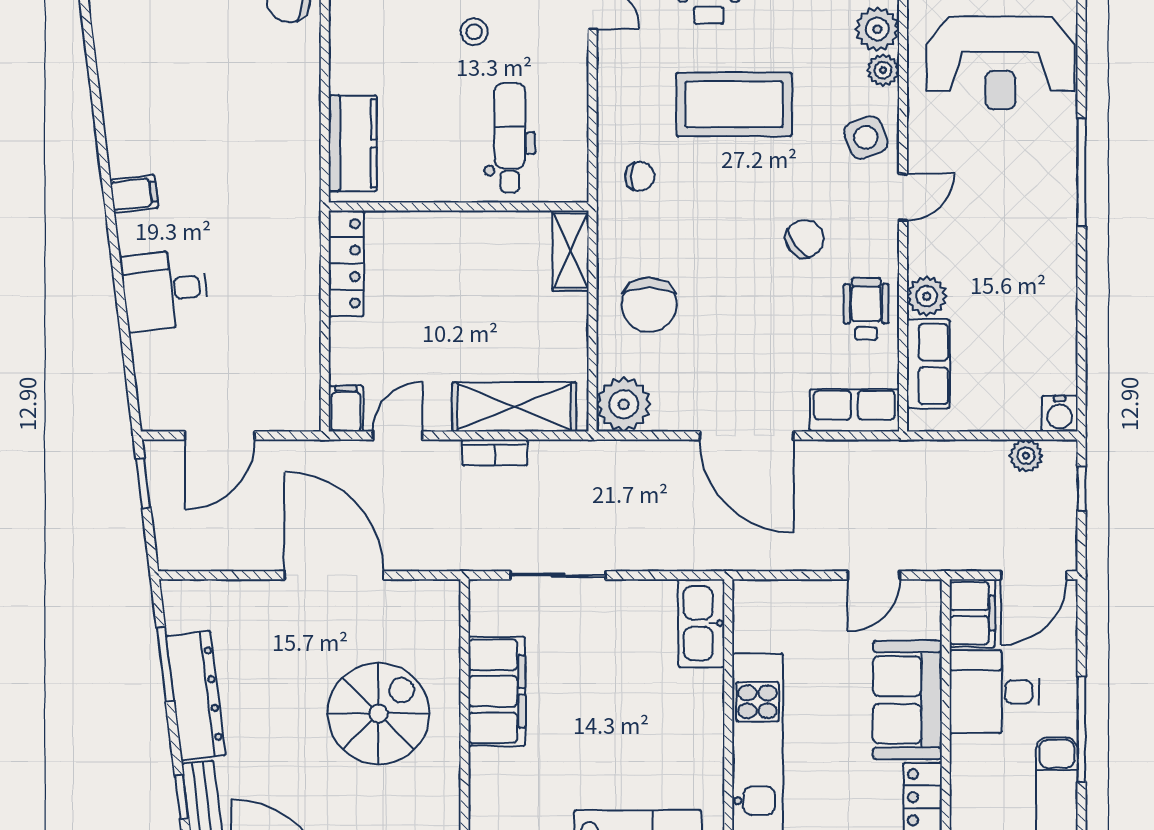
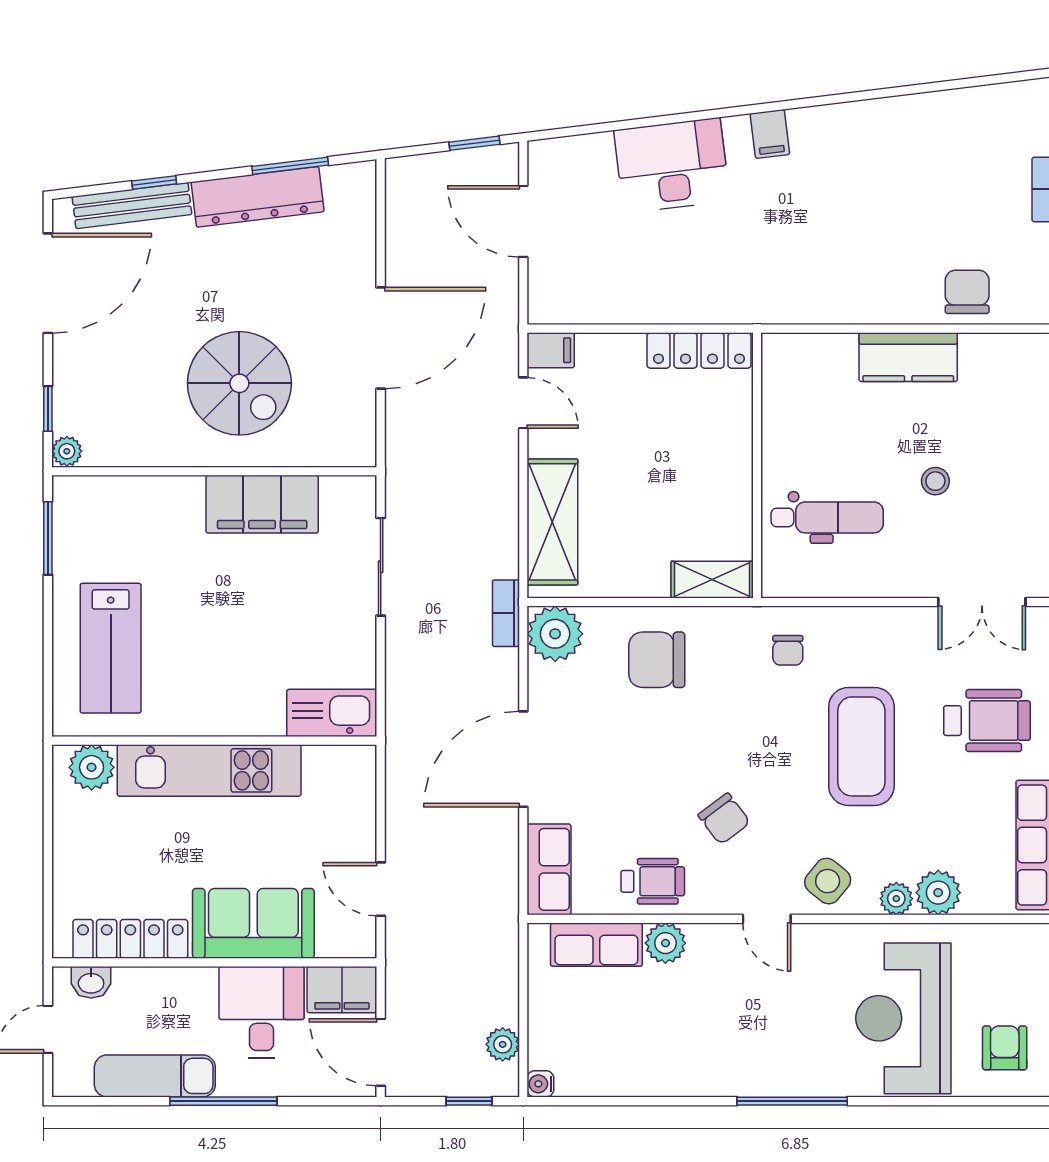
side table: (866, 137) -> (828, 881), turned -30
kitchen counter: (353, 143) -> (908, 357), moved
desk: (165, 290) -> (672, 165), width x1.37
water cooler: (1060, 414) -> (540, 1084), width x0.72, depth x0.72
bookcase: (495, 452) -> (506, 613), moved

